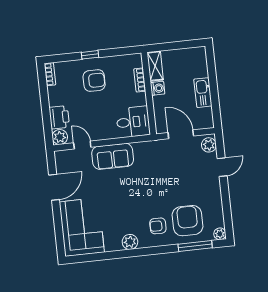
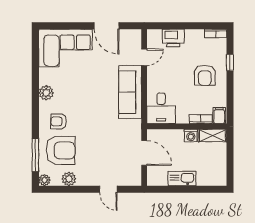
window: (90, 55) -> (230, 63), moved
filing cabinet: (134, 61) -> (219, 116), added
door: (181, 134) -> (144, 153), hinge flipped
plant: (60, 137) -> (154, 36), removed
plant: (209, 145) -> (69, 179), moved
sofa: (113, 156) -> (130, 92), width x1.36
armchair: (158, 226) -> (59, 121), turned -90

